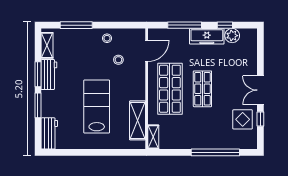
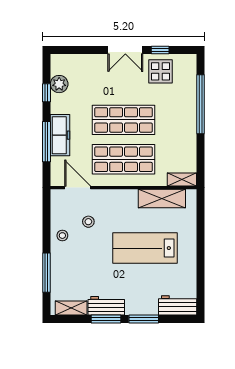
freezer: (207, 36) -> (60, 135), moved
shop shelf: (202, 89) -> (124, 120), width x1.43, depth x1.36

